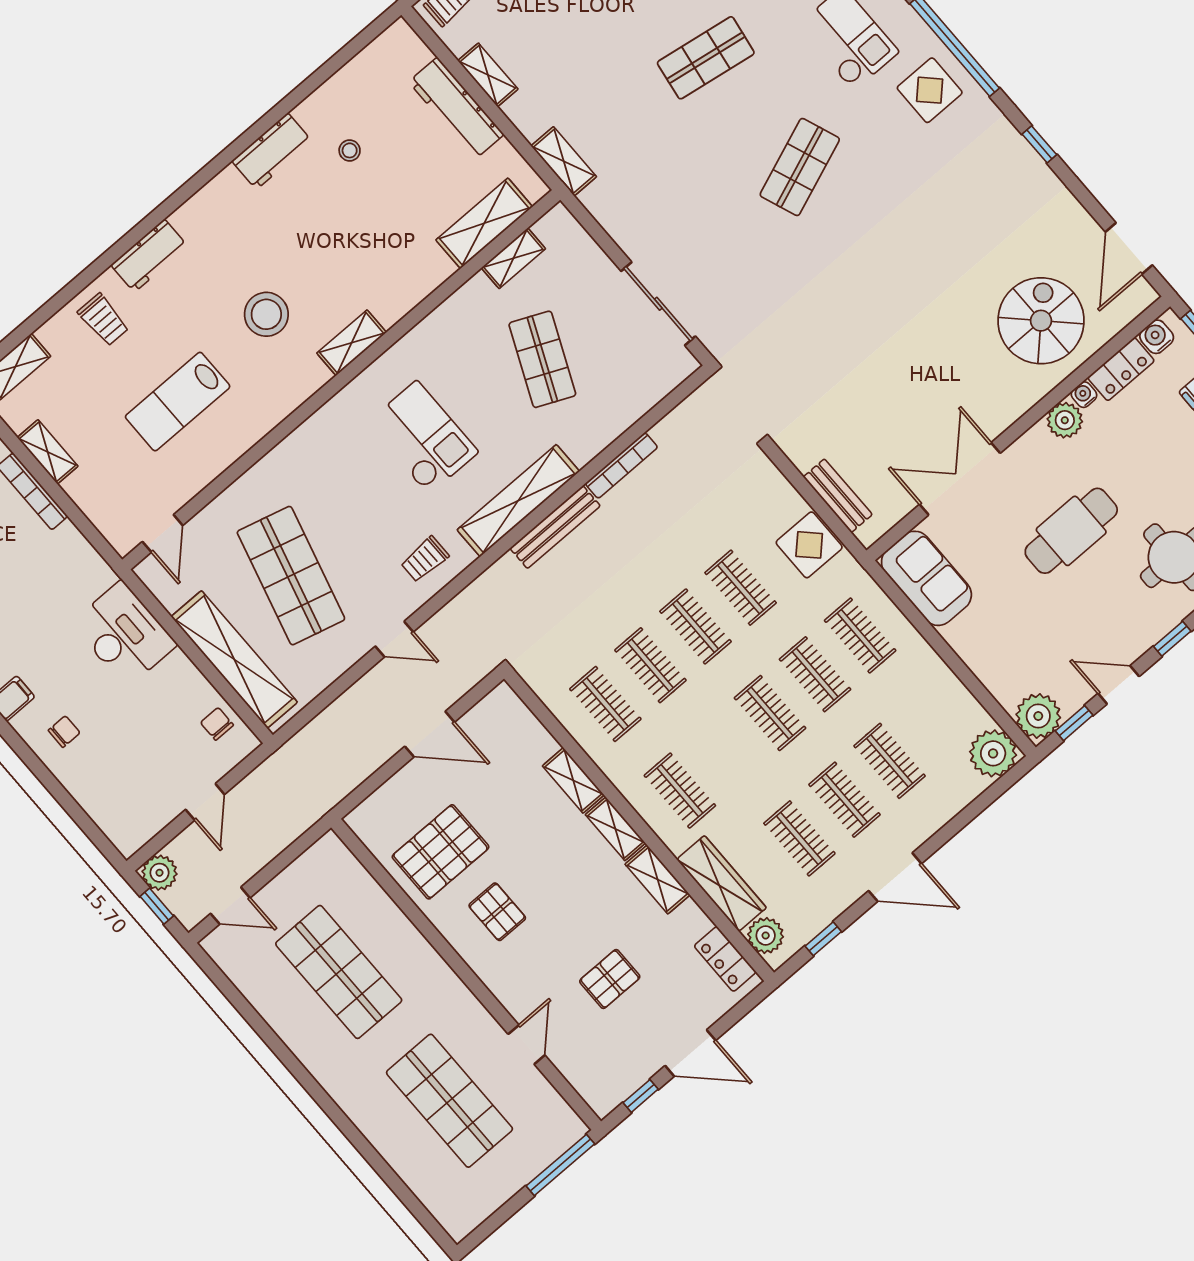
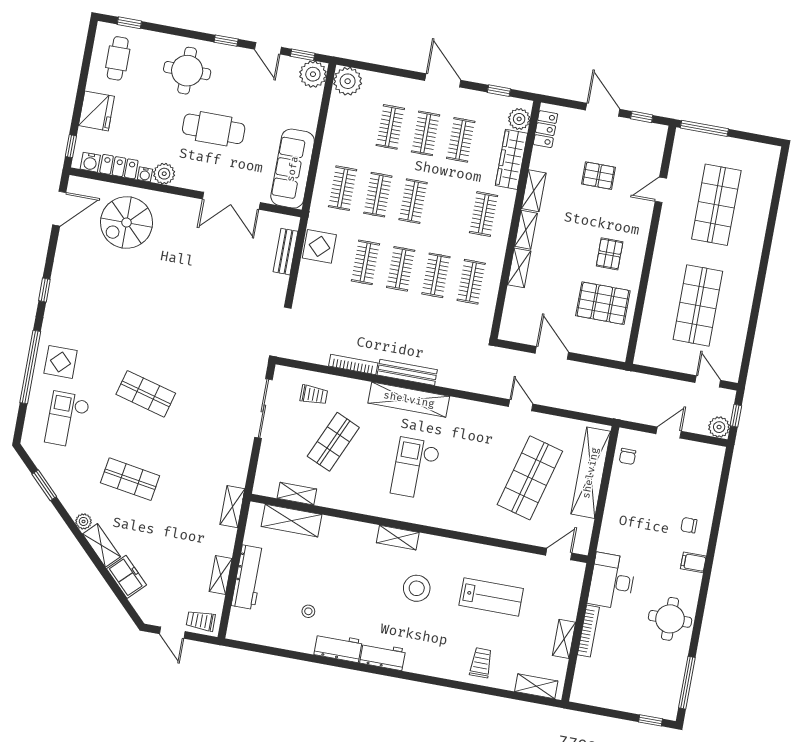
shop shelf: (800, 167) -> (146, 394), turned 36
workbench: (149, 256) -> (383, 656), moved
trolley: (425, 559) -> (314, 395), moved
sofa: (926, 578) -> (293, 169), width x1.36
desk: (124, 634) -> (612, 581), moved

